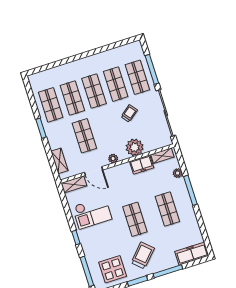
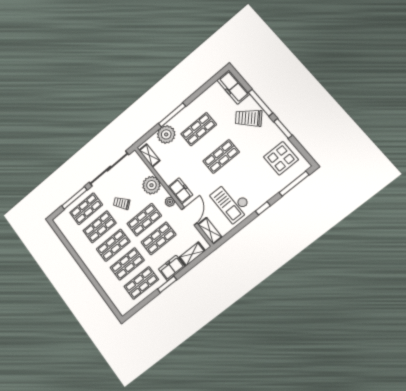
shop shelf: (106, 129) -> (144, 220), added
freezer: (54, 138) -> (172, 268), added
freezer: (142, 164) -> (180, 191), moved
plant: (178, 173) -> (166, 134), width x1.88, depth x1.88
checkout: (92, 213) -> (231, 202), turned 180
trolley: (143, 255) -> (249, 118), moved

